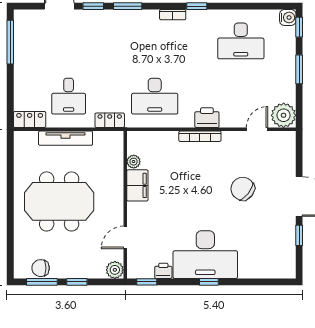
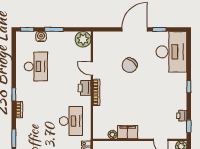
water cooler: (288, 17) -> (41, 37), moved
door: (257, 129) -> (92, 69), moved
desk: (205, 255) -> (171, 52), moved

